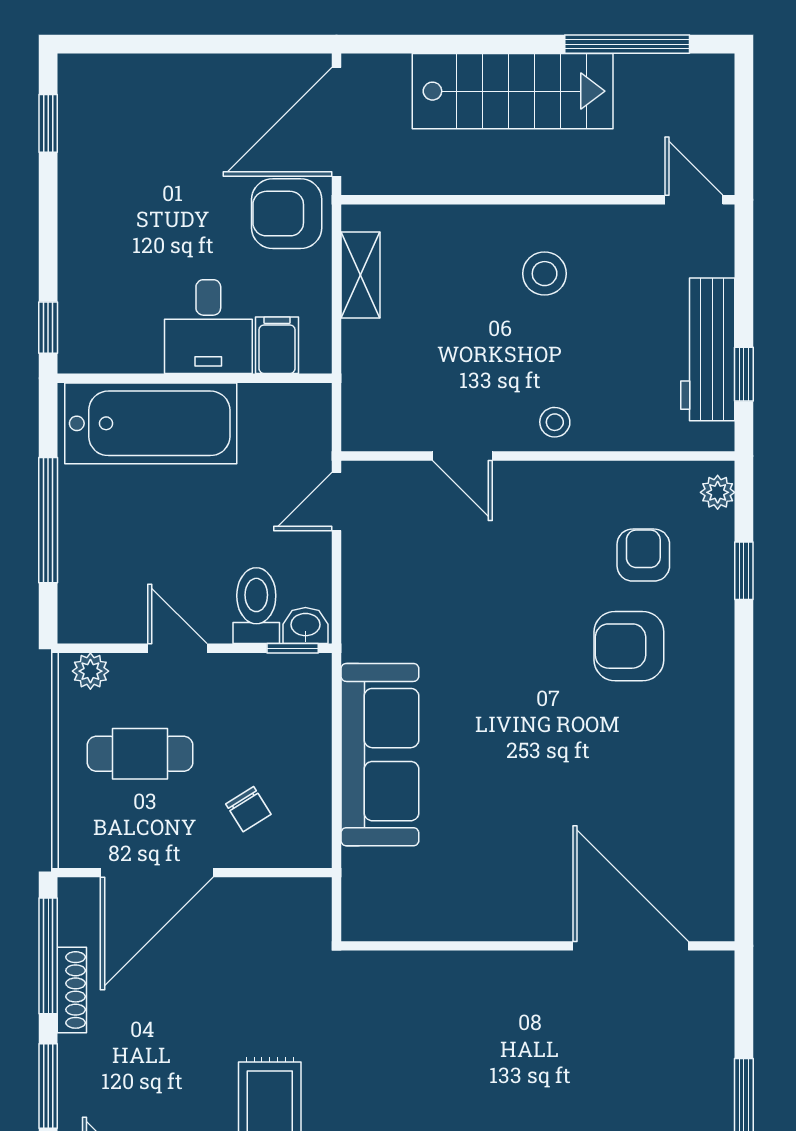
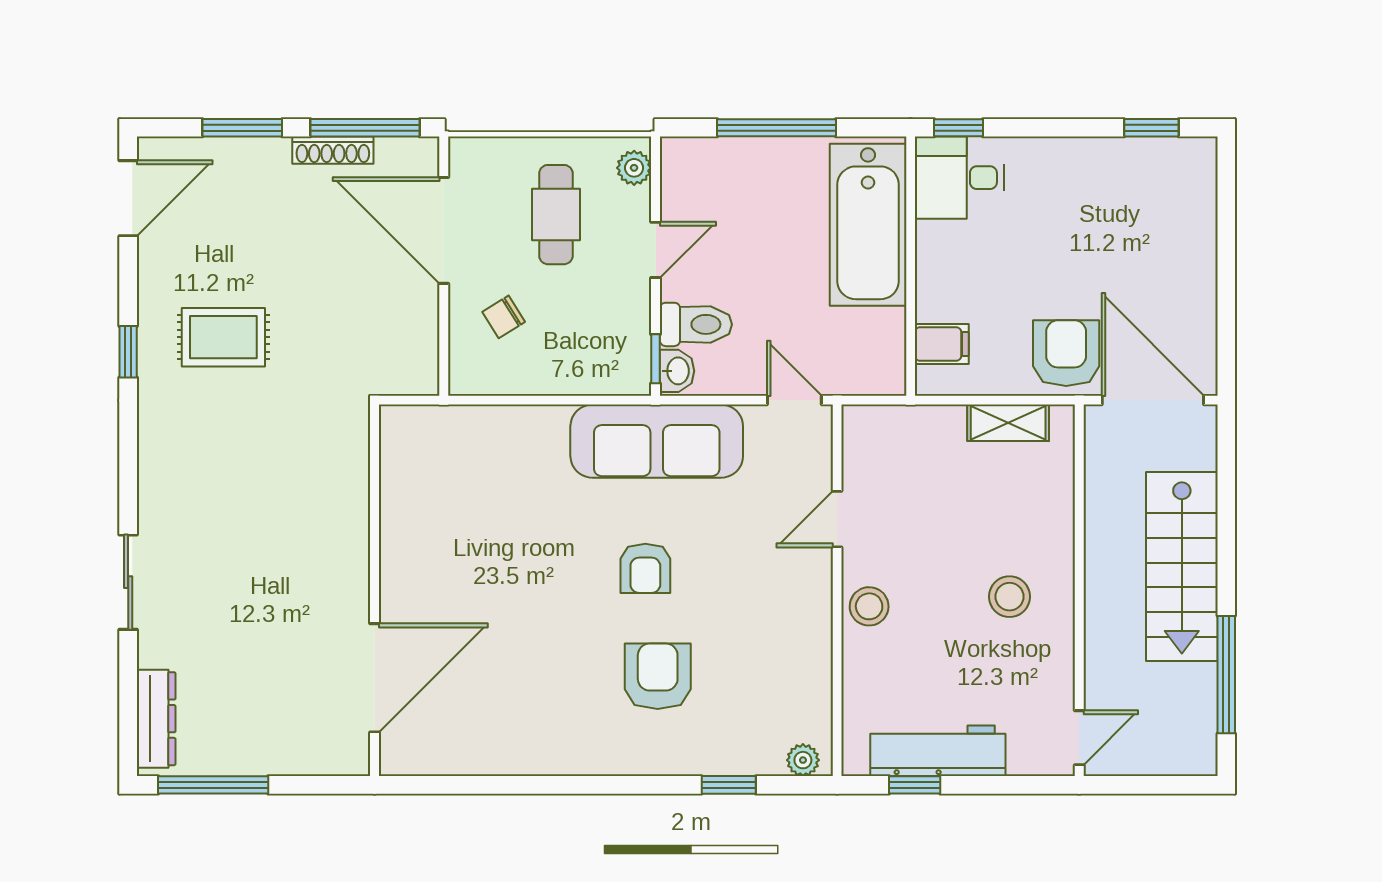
desk: (208, 327) -> (959, 178), moved
stool: (555, 422) -> (869, 606), width x1.37, depth x1.37
armchair: (643, 555) -> (645, 568), moved, turned 90
sofa: (380, 755) -> (657, 441), moved

